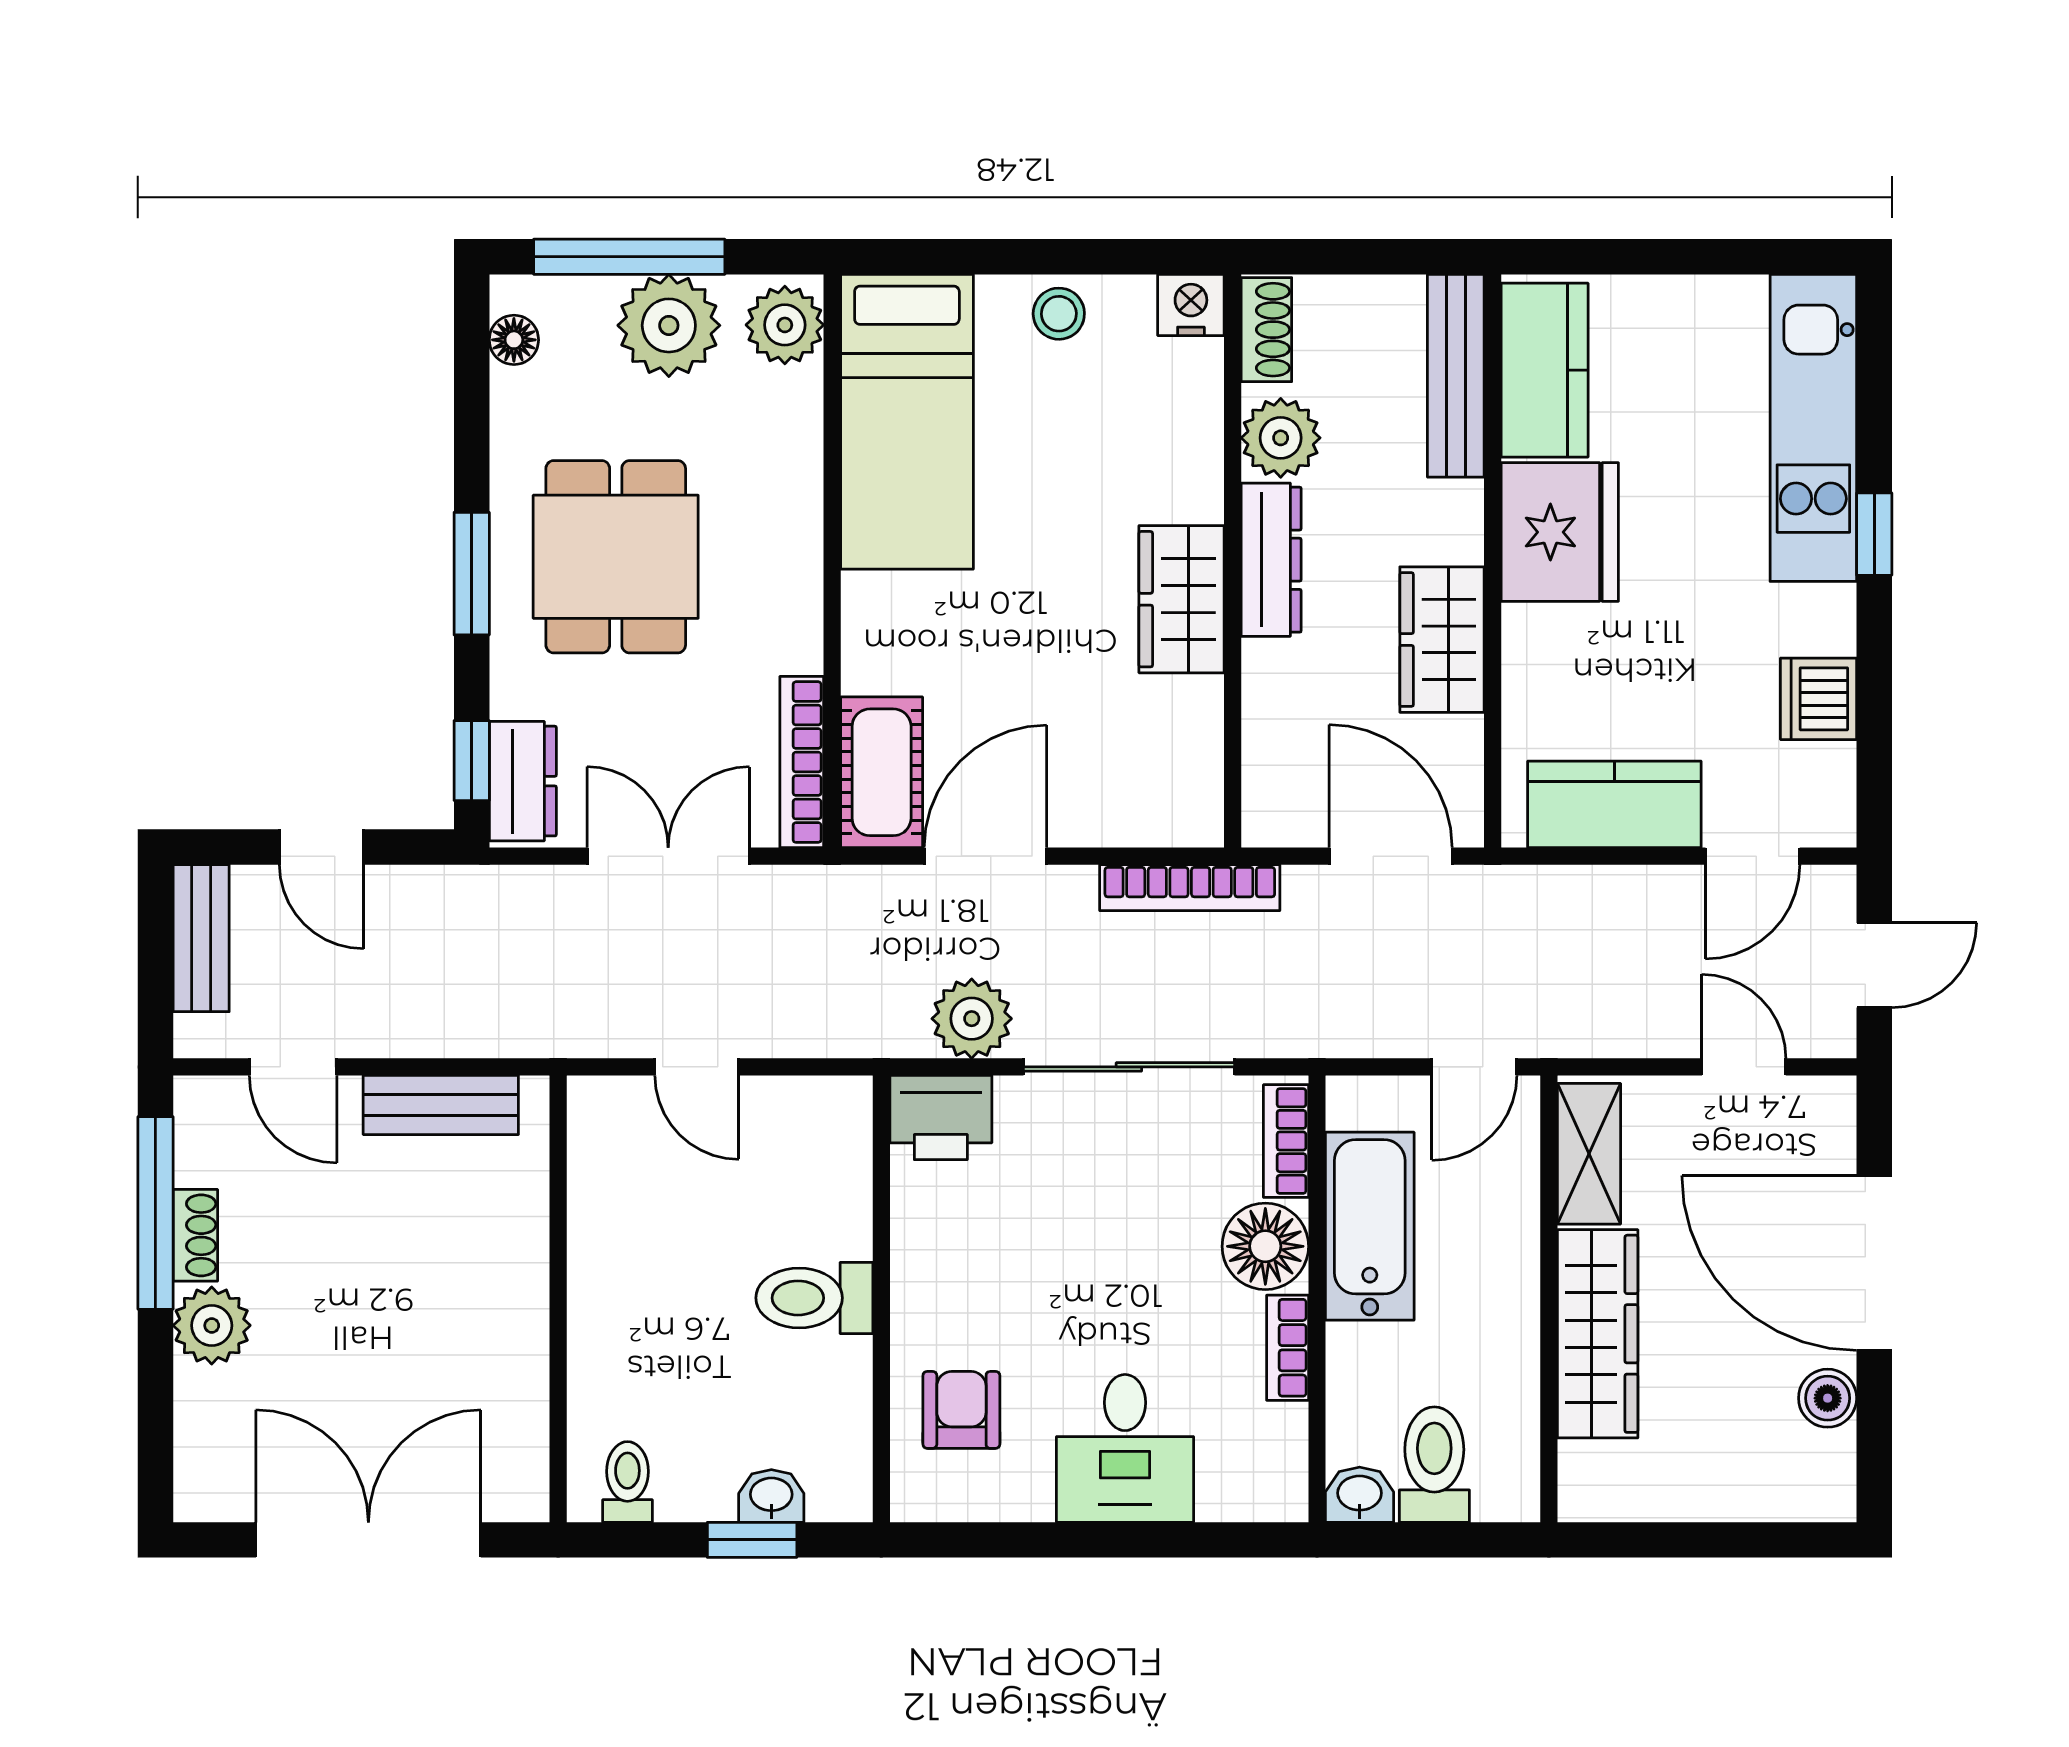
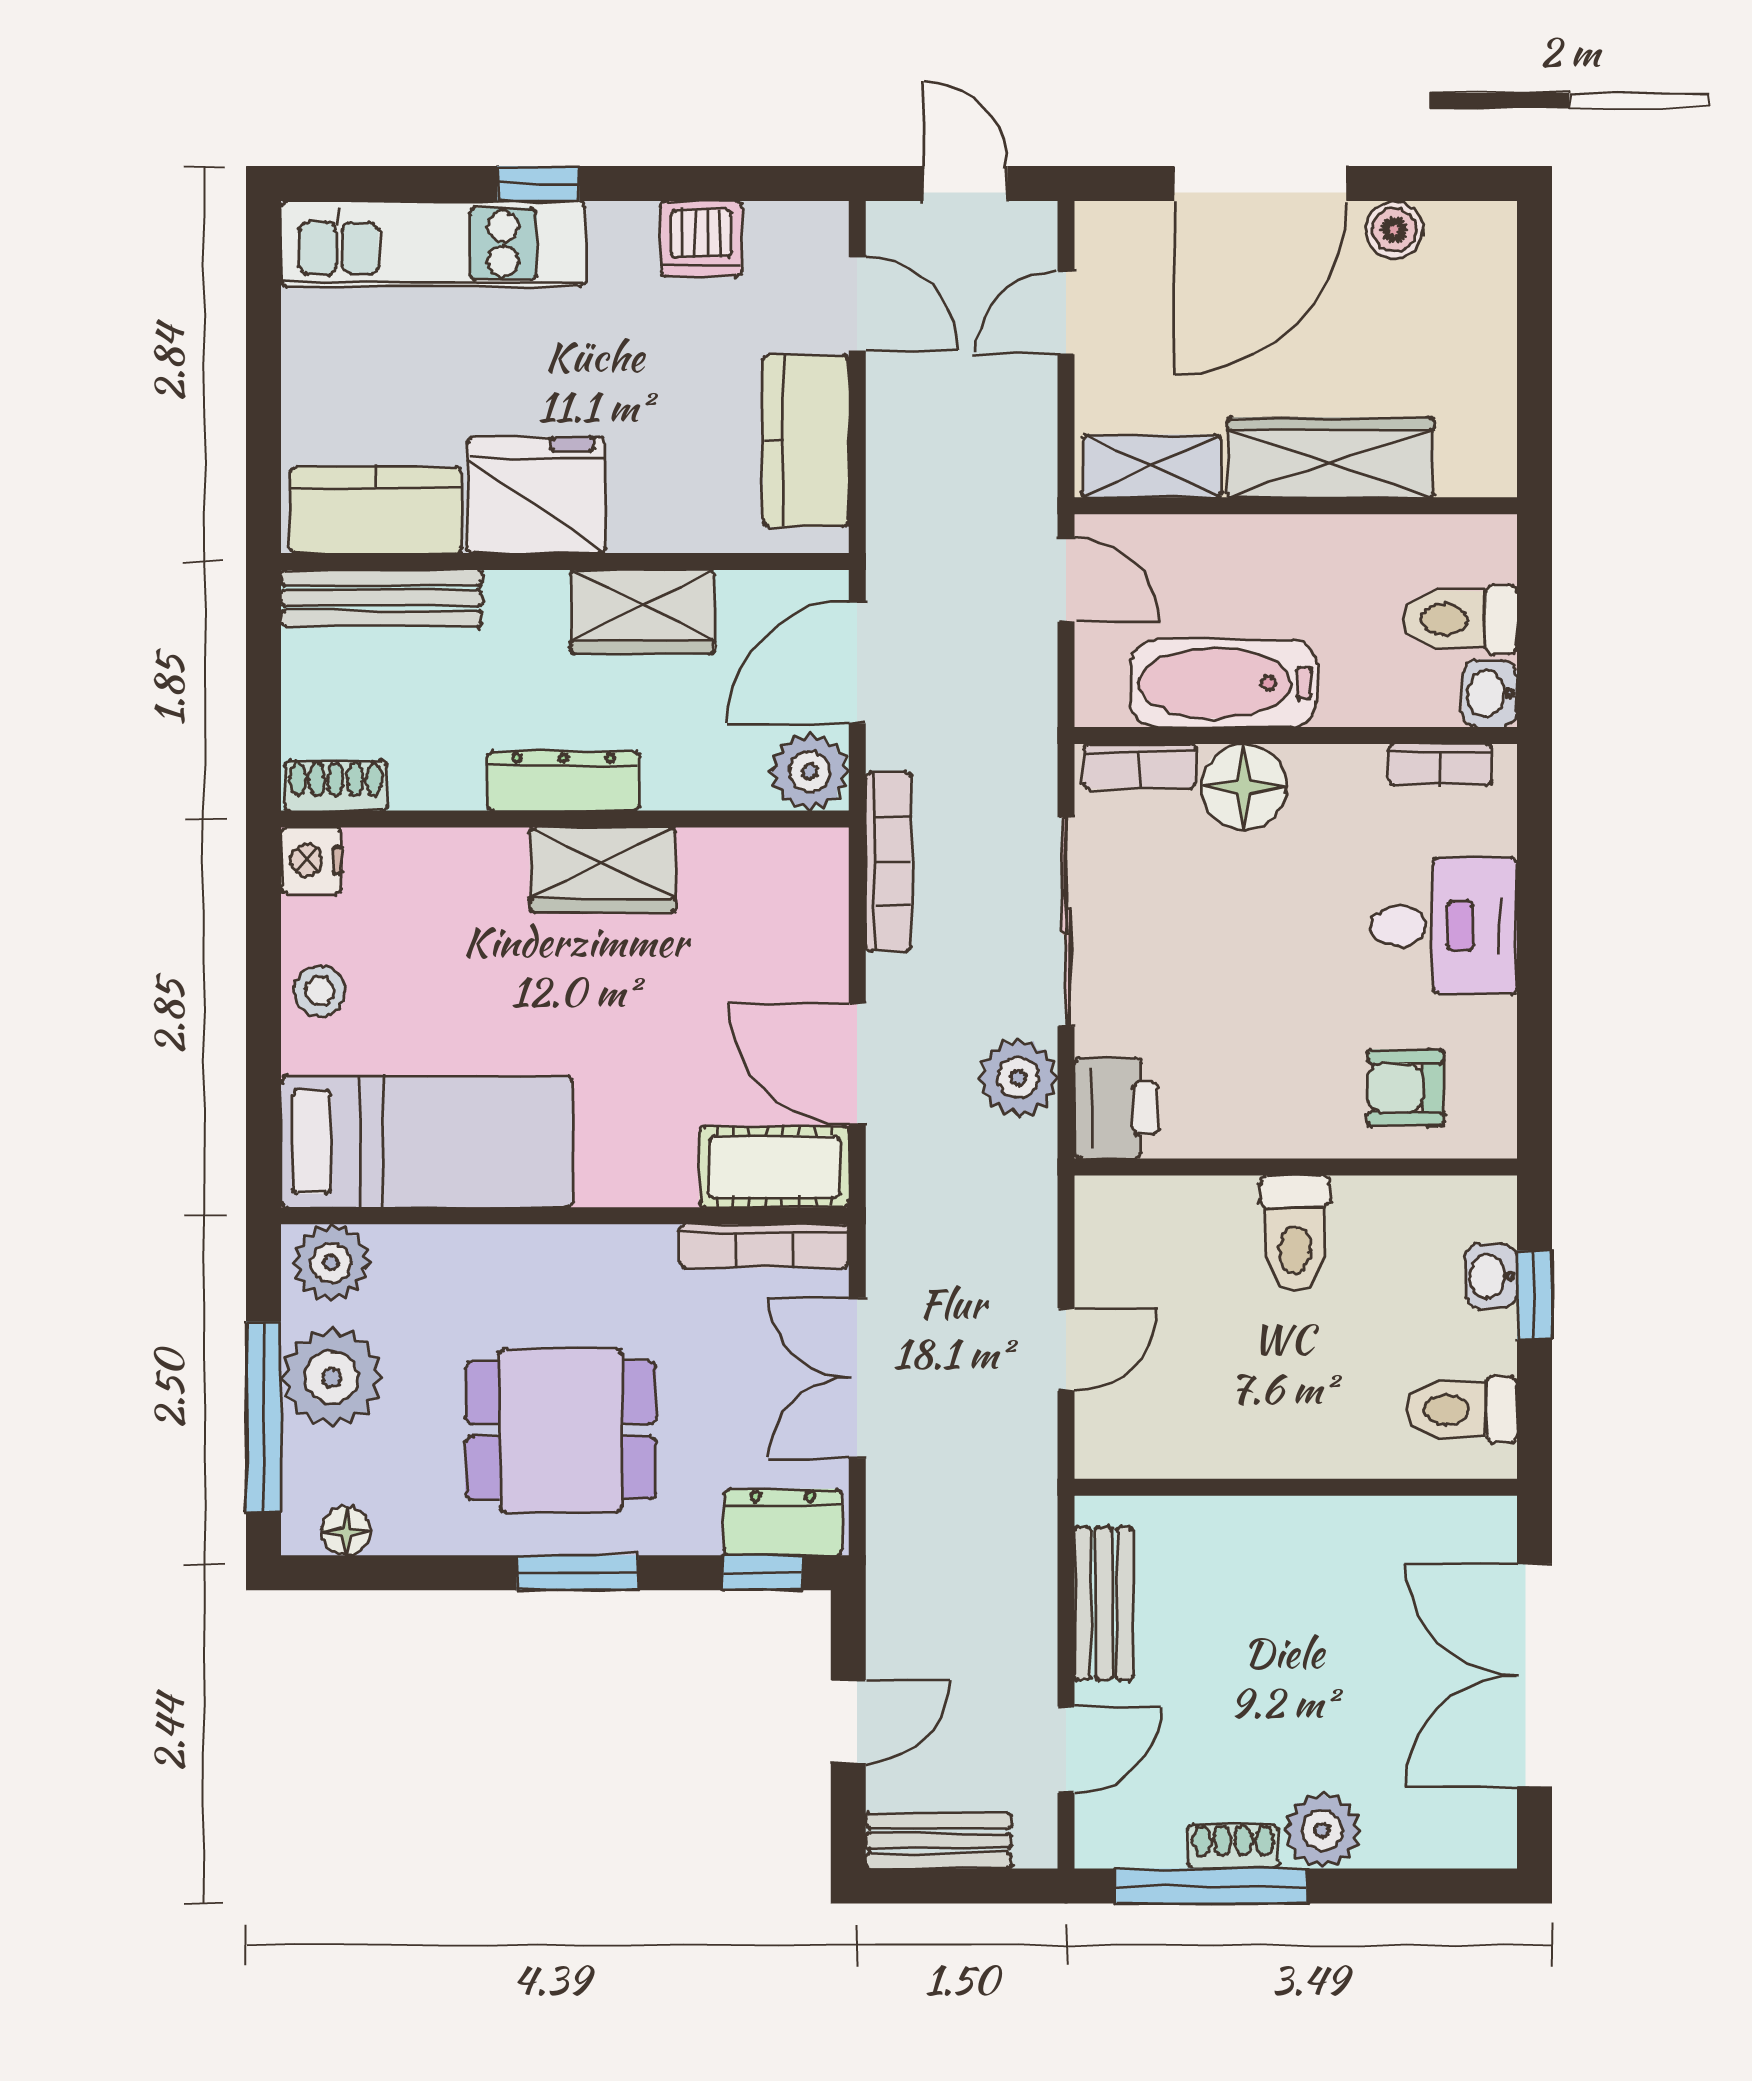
plant: (1281, 438) -> (810, 771), moved
bookcase: (1288, 1348) -> (1441, 765), moved
toilet: (627, 1482) -> (1462, 1409), width x1.37, depth x1.39

